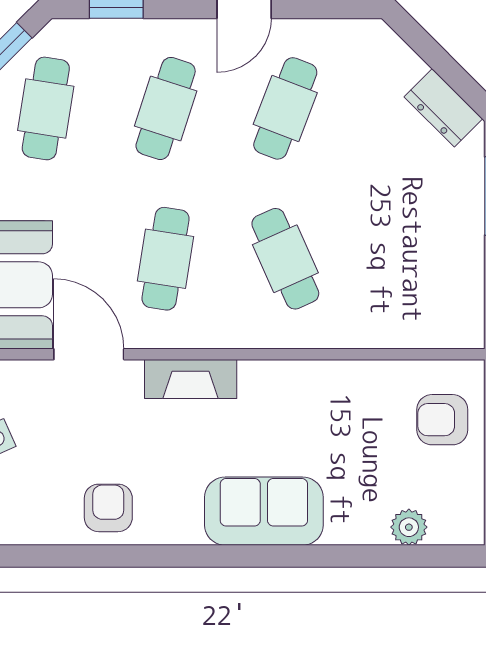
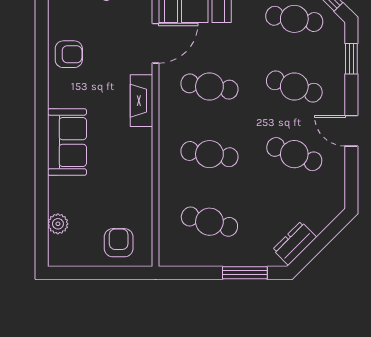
cafe table: (285, 259) -> (209, 154), turned 33
cafe table: (405, 259) -> (209, 222), added

